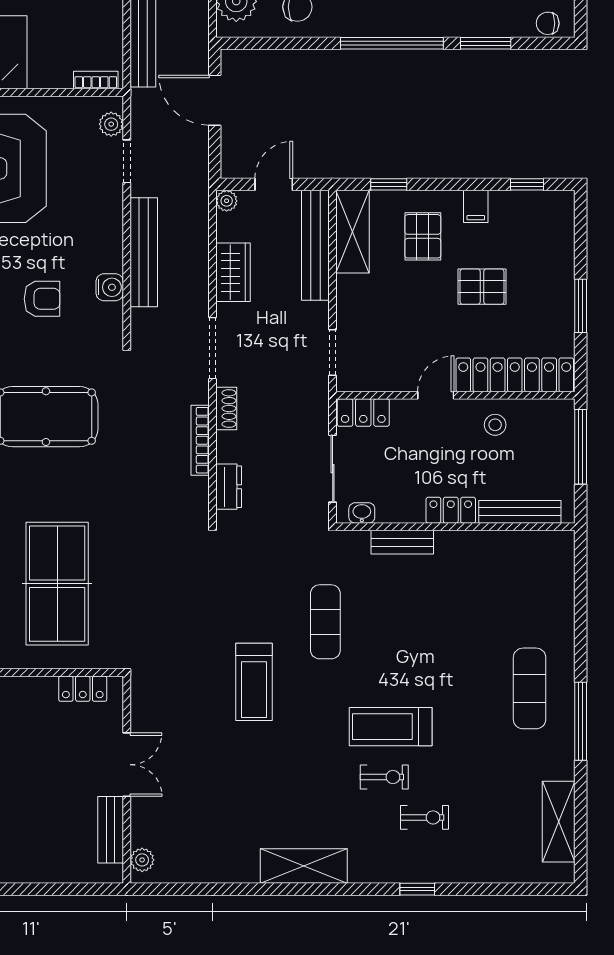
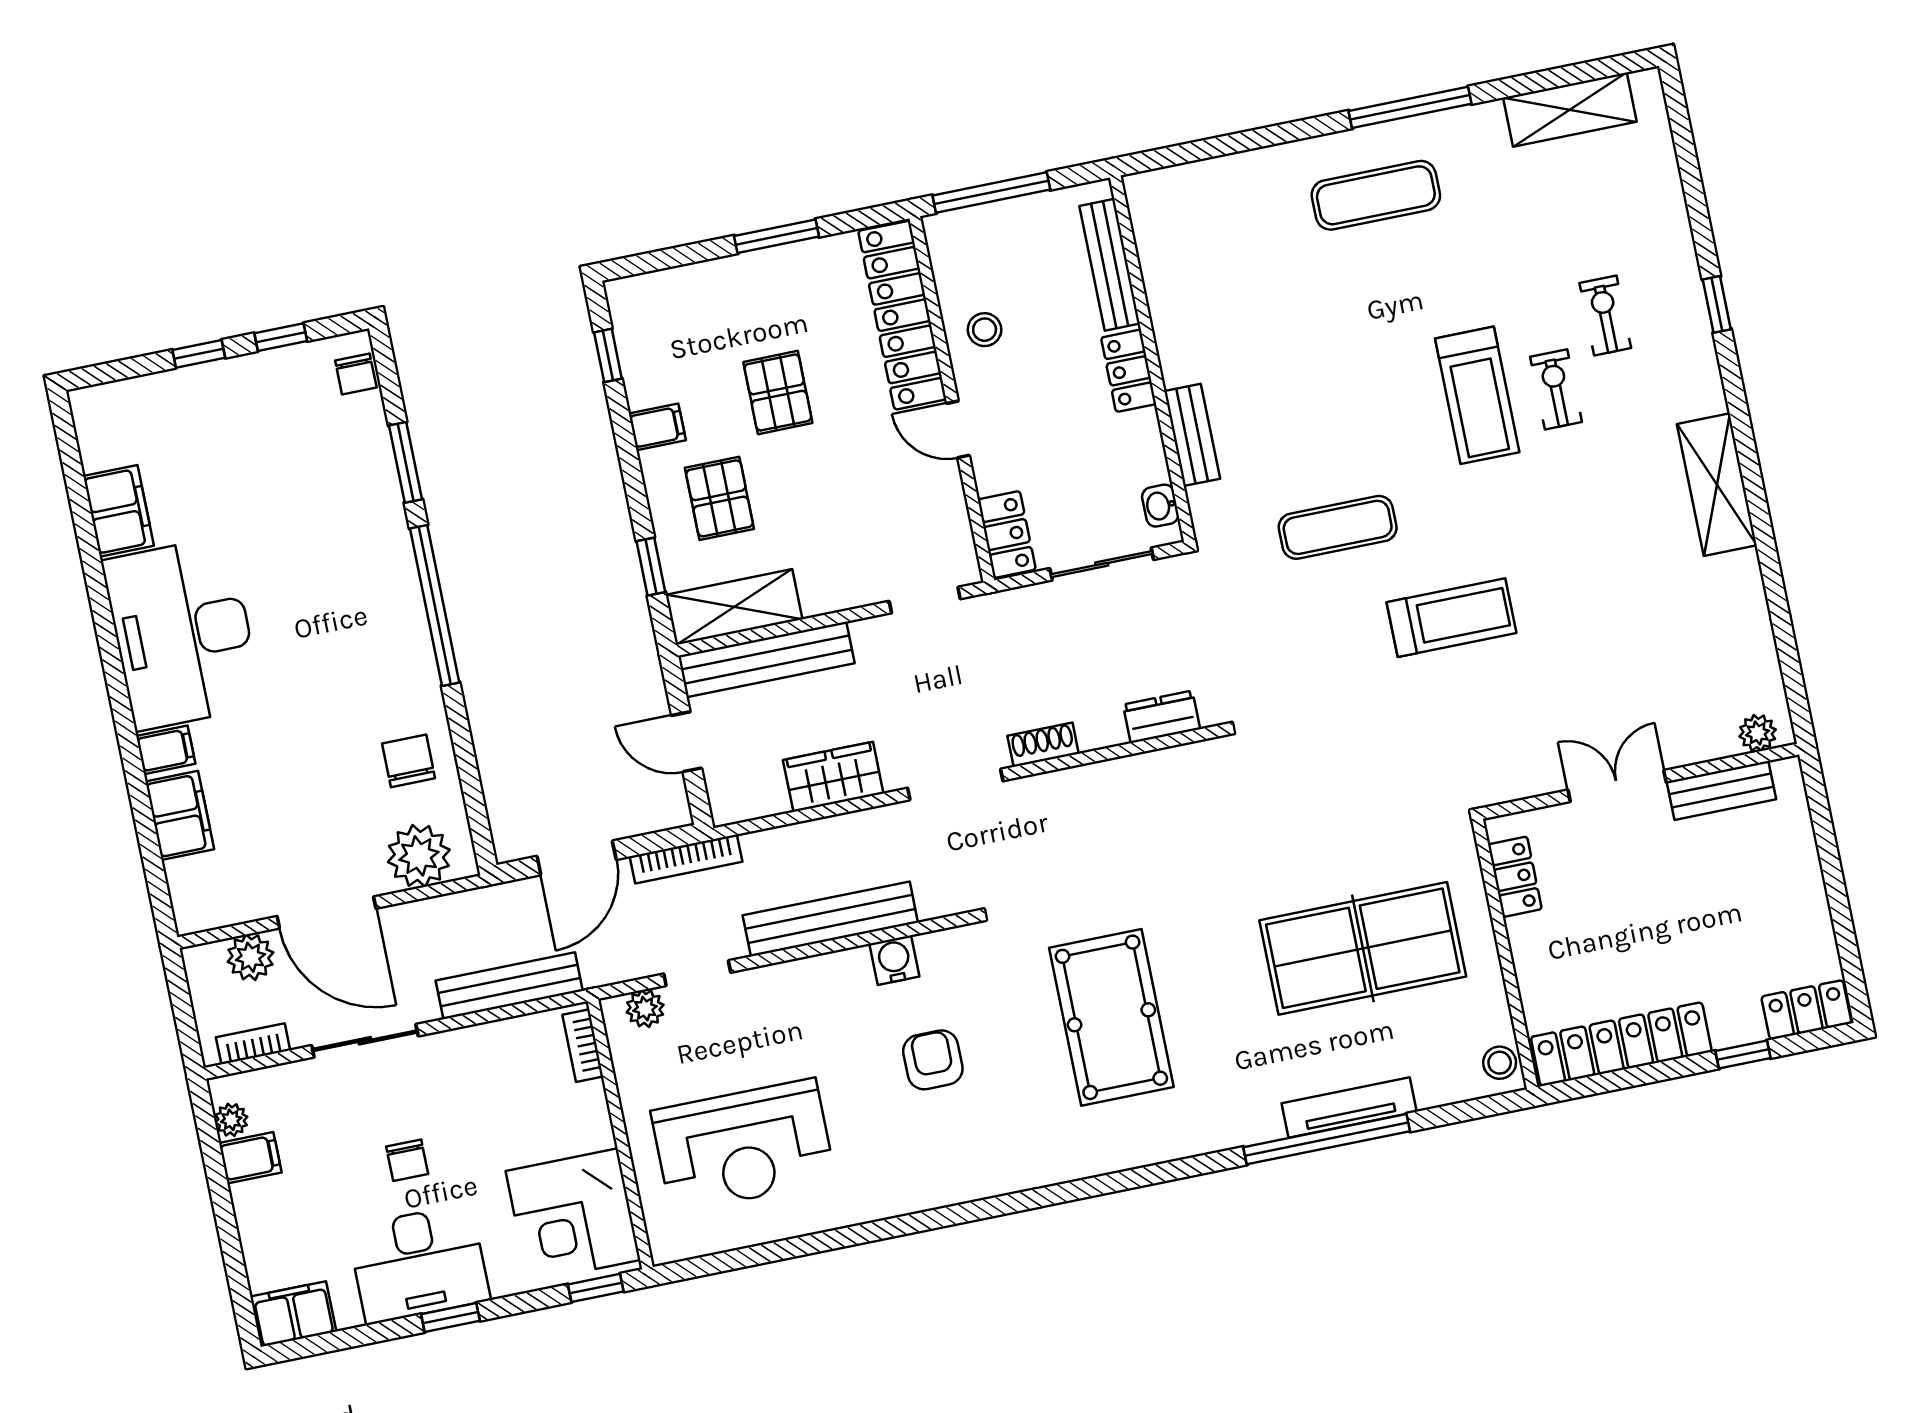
plant: (227, 201) -> (726, 809), removed
pallet: (423, 236) -> (719, 498), turned 90
bookcase: (200, 440) -> (686, 859), moved

